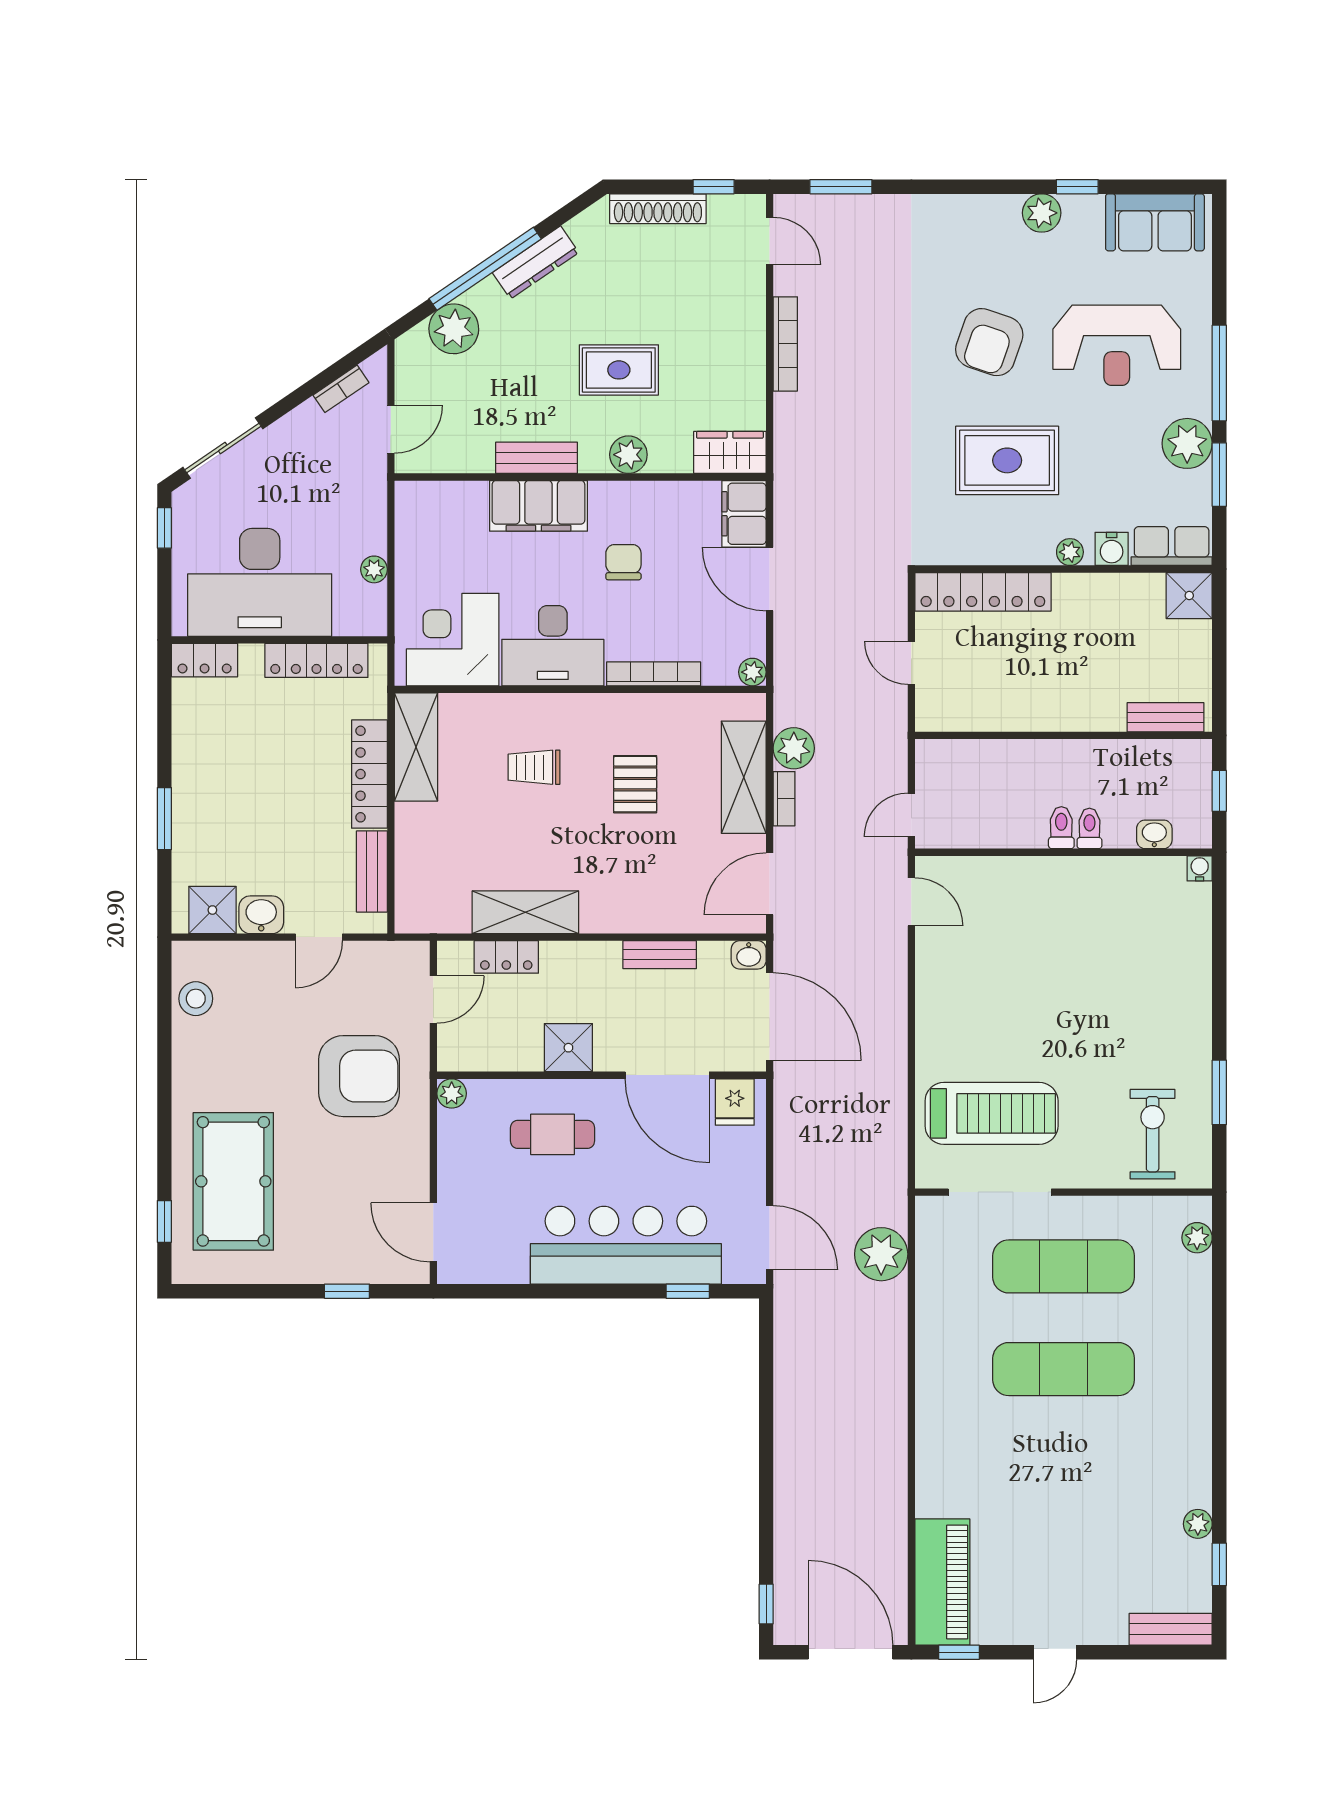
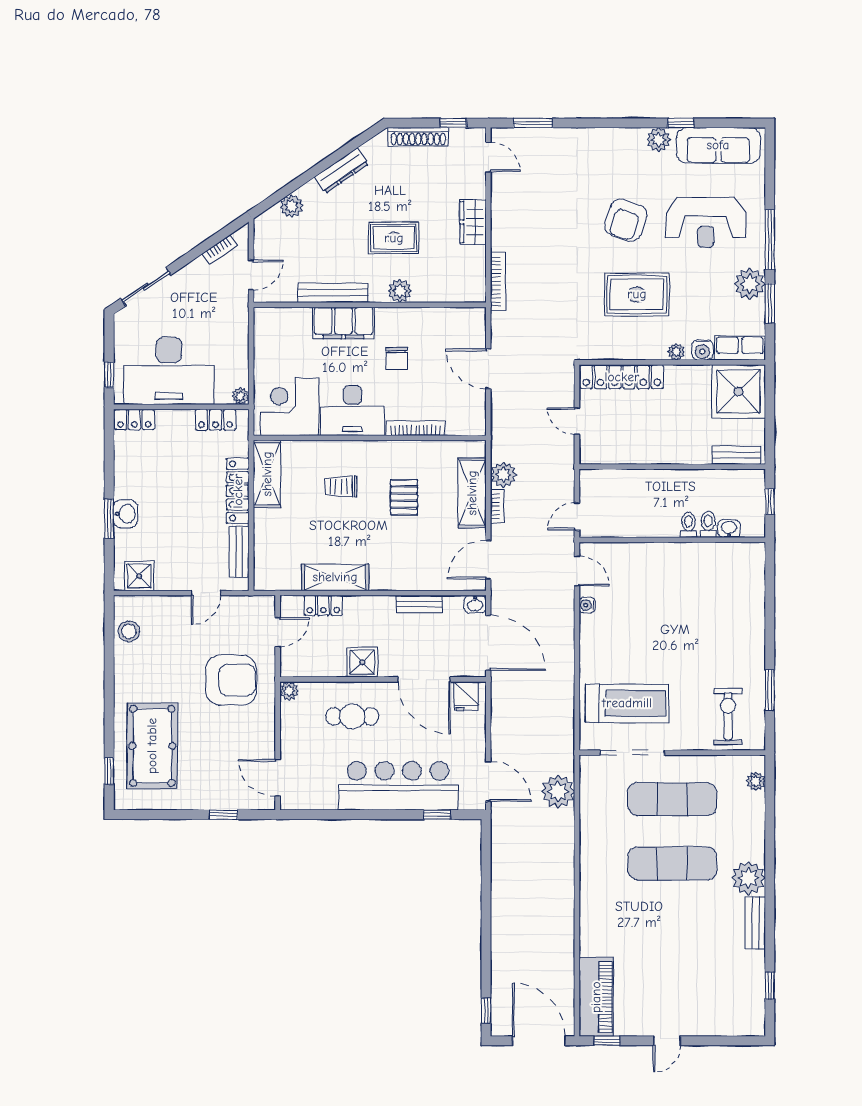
sofa: (1155, 222) -> (718, 145), width x1.36
window: (485, 269) -> (310, 174), removed
plant: (454, 329) -> (292, 206), width x0.73, depth x0.73
bookcase: (785, 344) -> (498, 281), moved
wardrobe: (730, 452) -> (473, 222), moved, turned -90
bench: (537, 458) -> (333, 293), width x1.36
filing cabinet: (744, 514) -> (472, 328), removed
window: (164, 528) -> (109, 375), moved
chair: (623, 562) -> (397, 358), turned 180
plant: (374, 569) -> (240, 396), moved
shower: (1189, 596) -> (739, 392), width x1.86, depth x1.86
locker: (316, 660) -> (216, 420), width x0.66
plant: (752, 672) -> (477, 427), removed
toilet: (1061, 828) -> (708, 524), moved
water cooler: (1200, 868) -> (587, 605), moved, turned -90
washbasin: (261, 915) -> (125, 514), moved, turned 90
plant: (1198, 1524) -> (748, 878), moved, width x1.88, depth x1.88
bench: (1171, 1629) -> (755, 923), moved, turned 90

